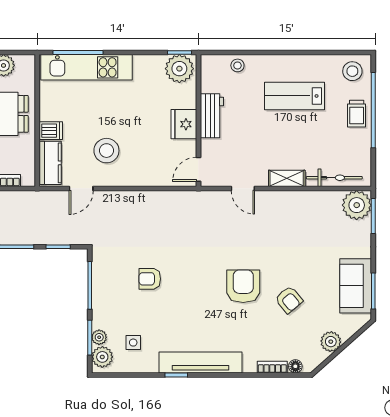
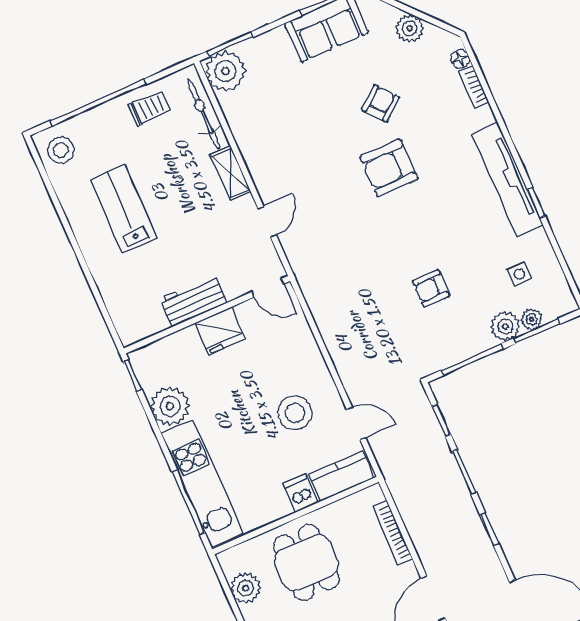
stool: (237, 65) -> (117, 296), removed
plant: (179, 69) -> (170, 406), moved
lab bench: (294, 96) -> (124, 209), turned 180
trolley: (357, 114) -> (149, 108), moved
armchair: (150, 279) -> (431, 288), turned 90
plant: (102, 357) -> (505, 326), moved

